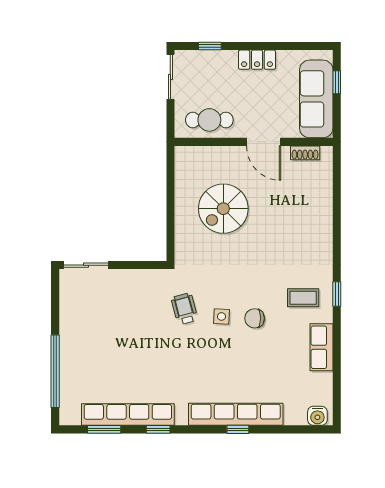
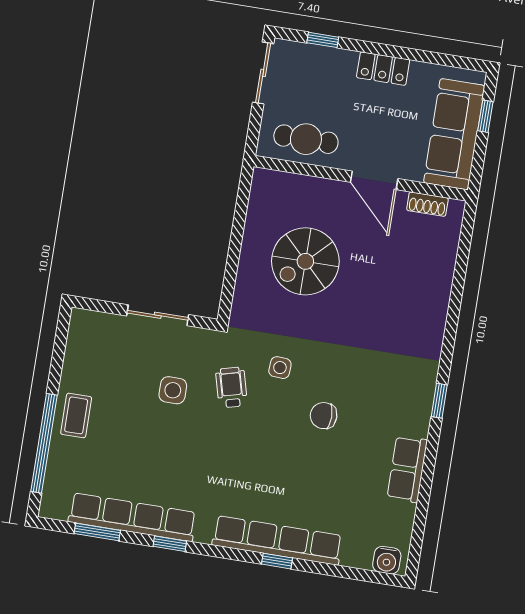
sliding door: (86, 265) -> (158, 315), moved
coffee table: (303, 298) -> (76, 415), moved, turned 90
side table: (222, 316) -> (280, 368), moved
side table: (142, 318) -> (173, 390), added

